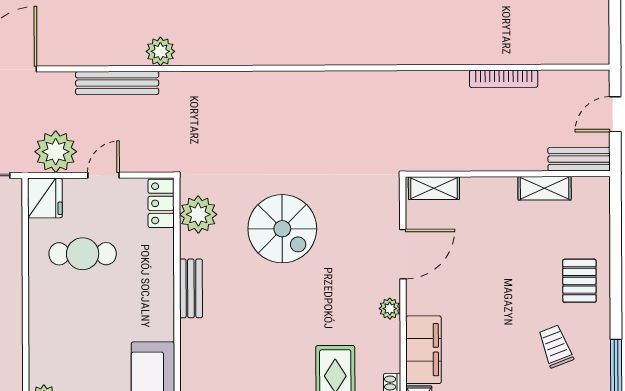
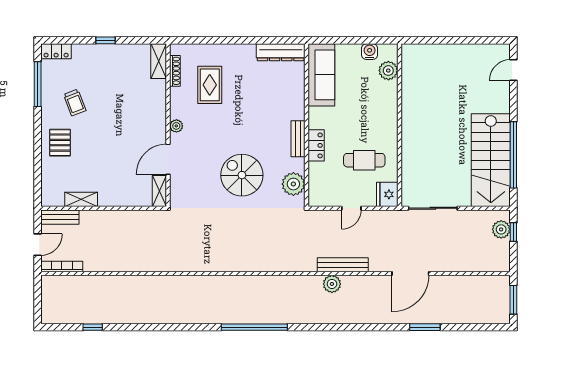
plant: (160, 51) -> (332, 284), moved
bookcase: (504, 79) -> (62, 266), moved
plant: (56, 152) -> (381, 223), removed
shelving: (434, 188) -> (159, 191), moved, turned 90
locker: (161, 203) -> (316, 145), moved
filing cabinet: (424, 350) -> (156, 101), removed

